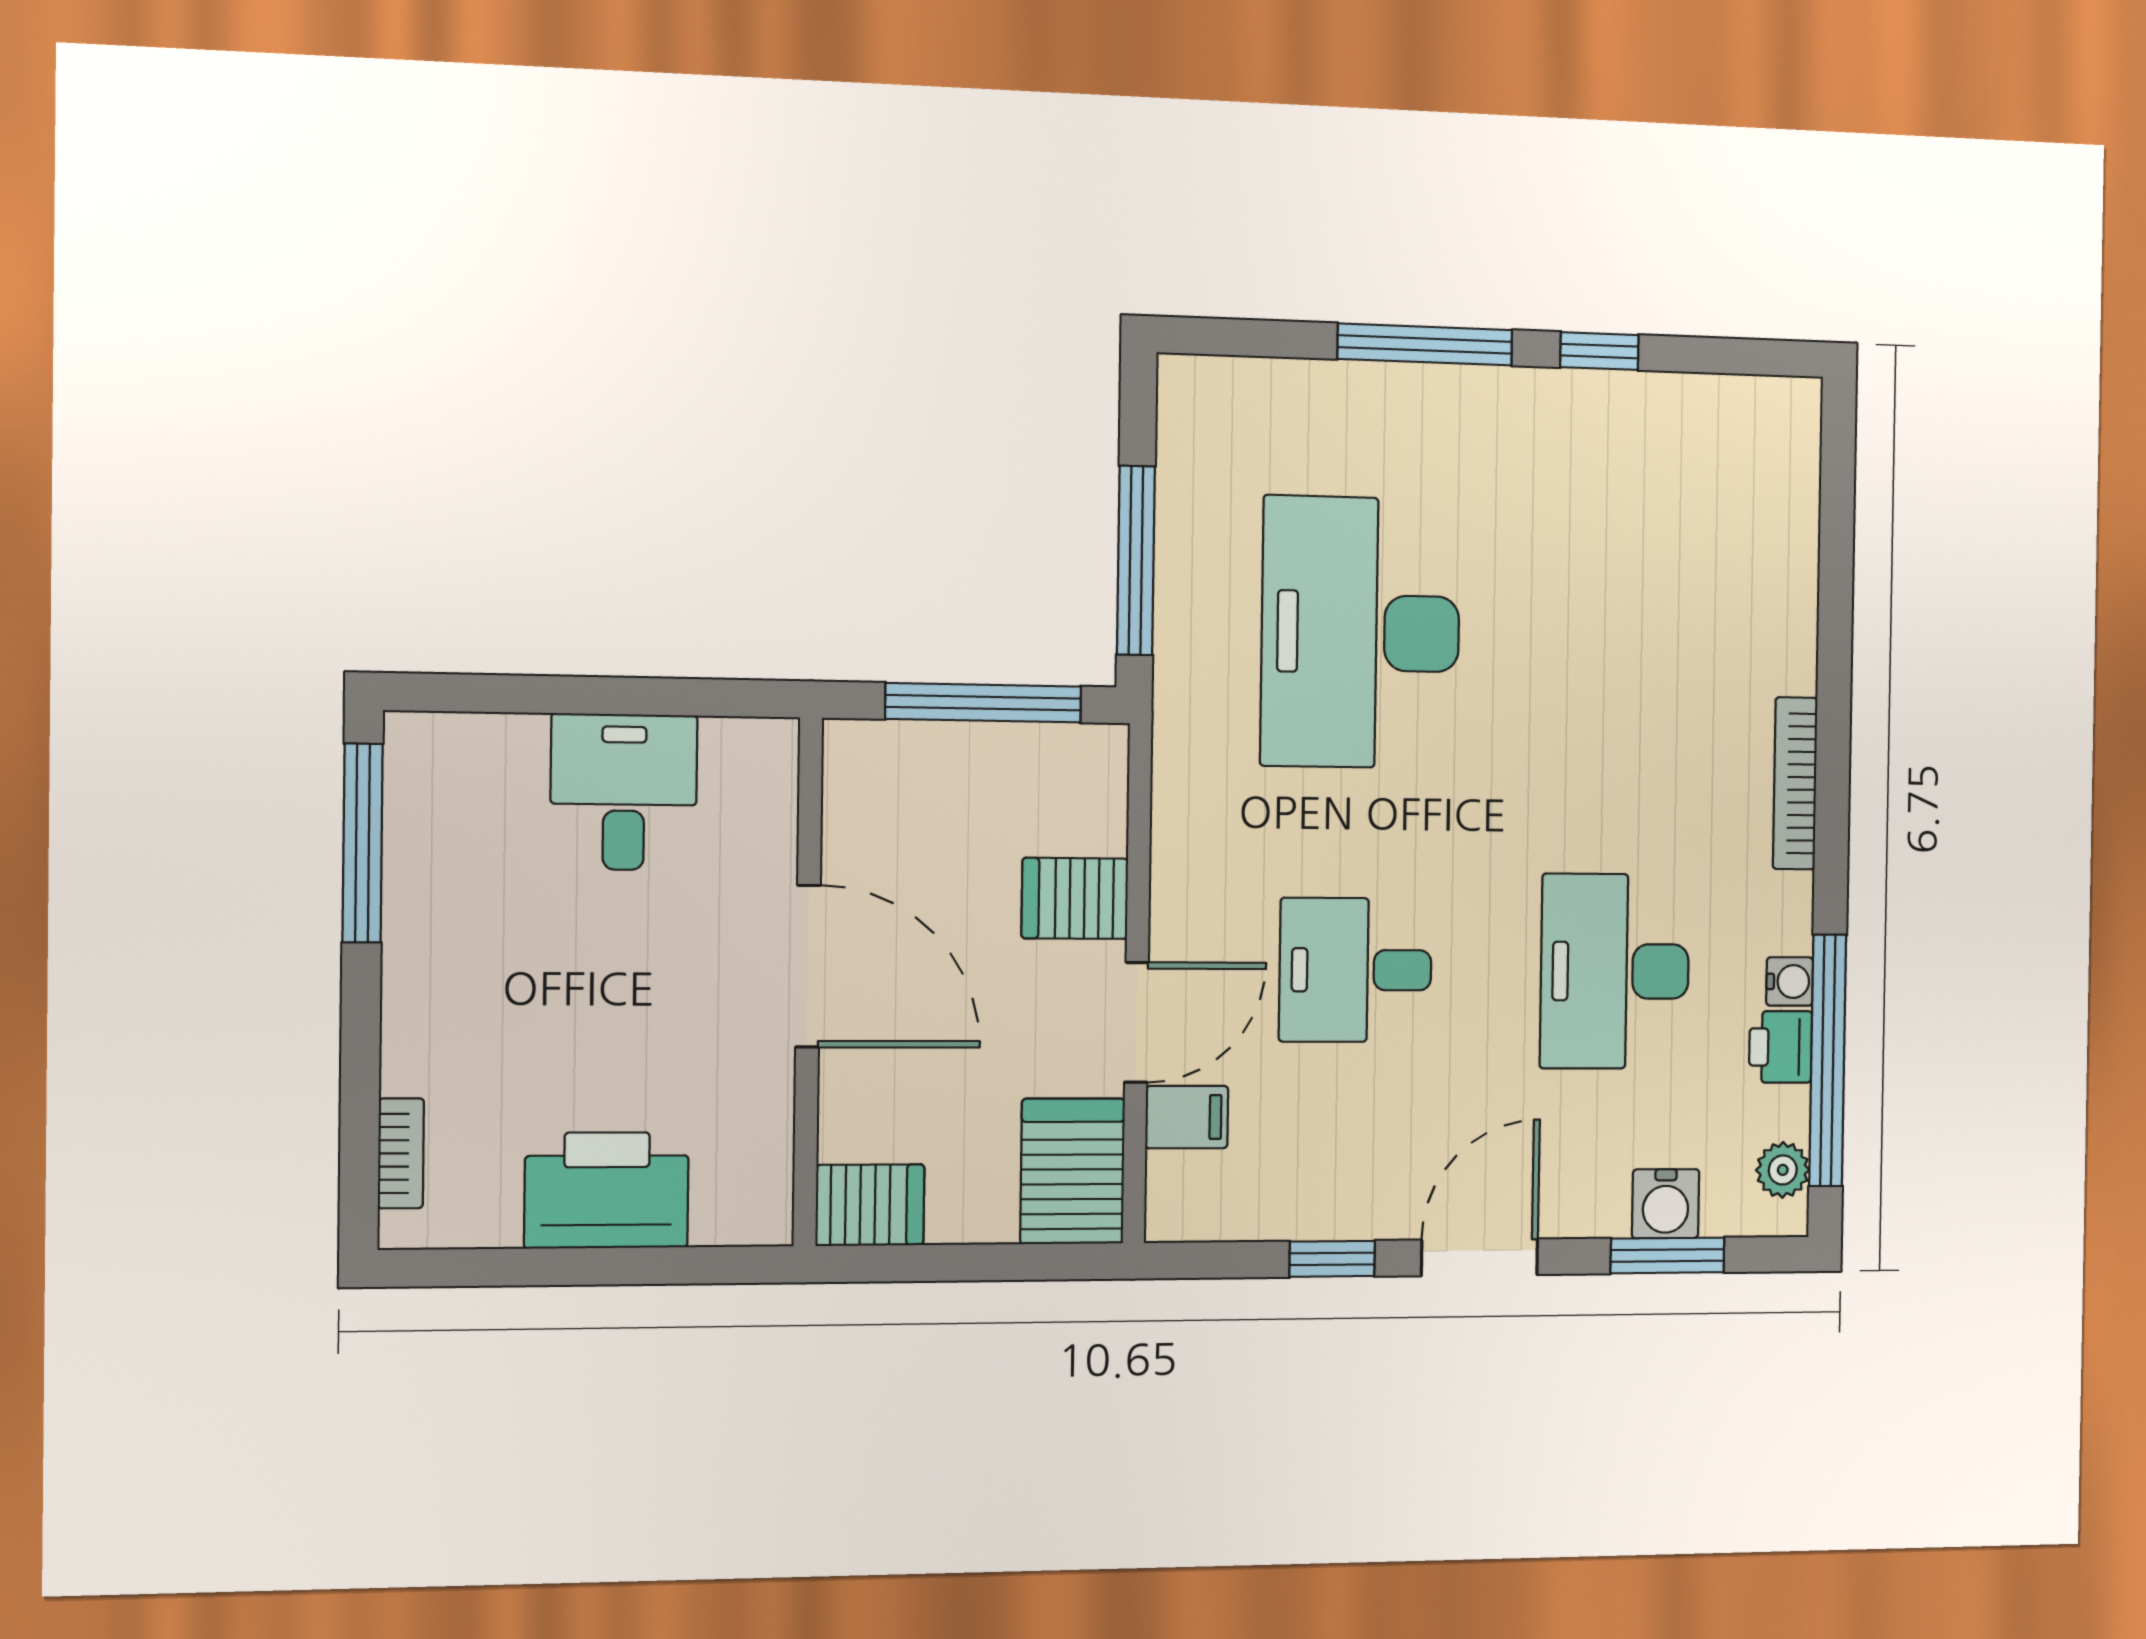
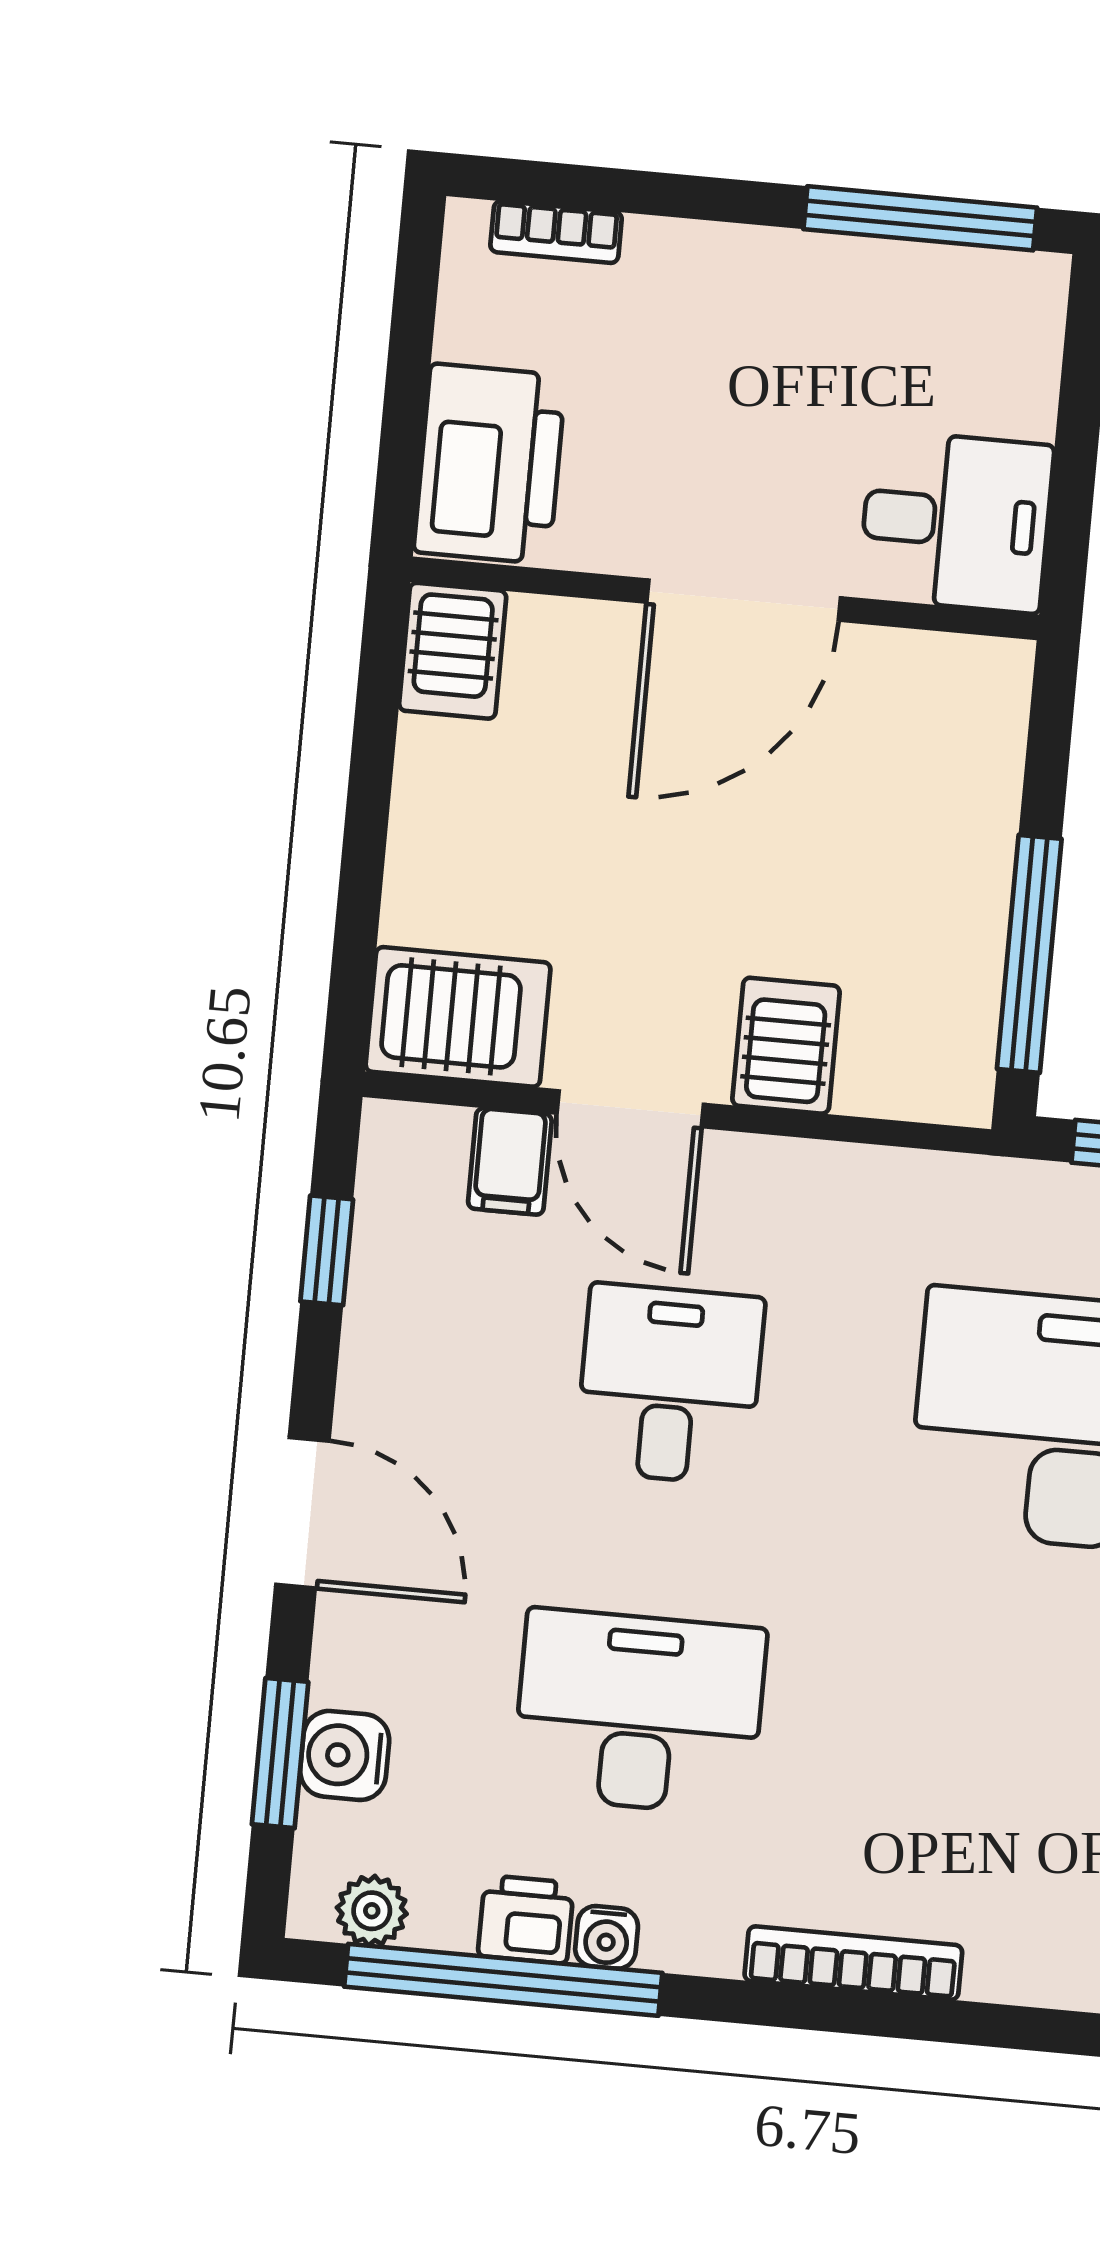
door: (808, 966) -> (744, 600), moved
wall: (808, 982) -> (725, 598), moved
server rack: (870, 1205) -> (453, 651), moved
window: (1332, 1259) -> (327, 1250), moved

